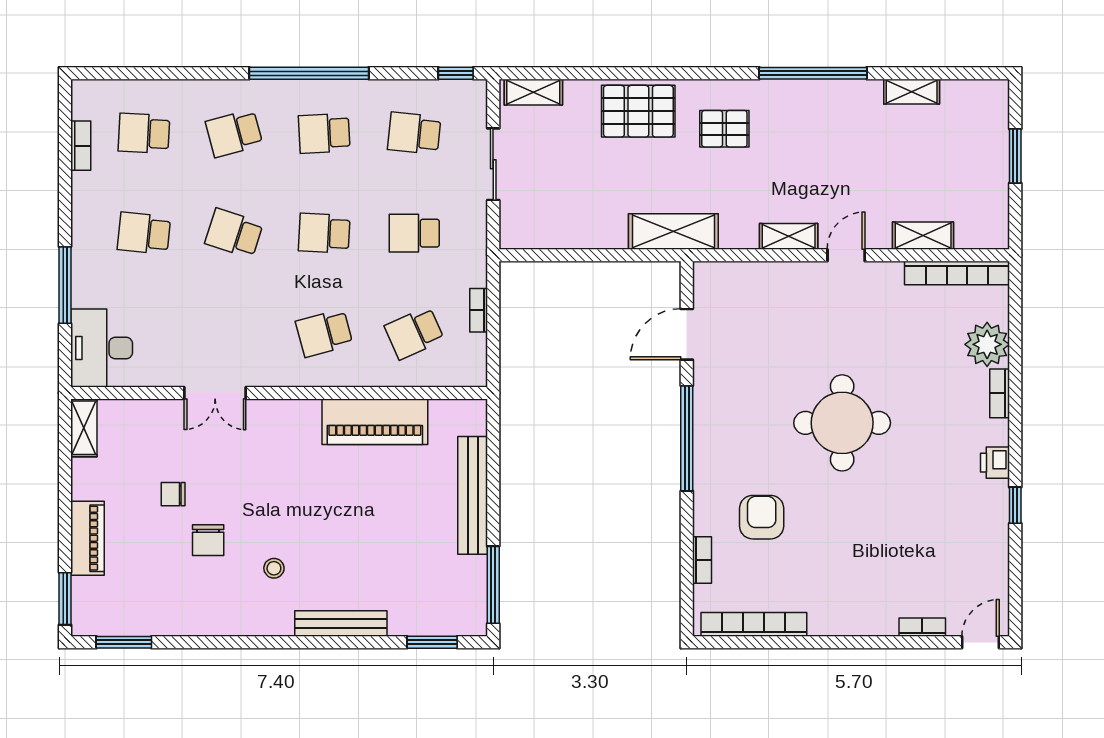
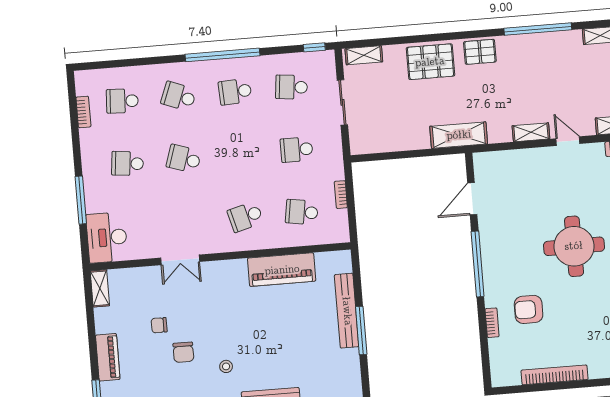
pallet: (724, 129) -> (480, 52), moved
school desk: (234, 133) -> (179, 96), turned 36
school desk: (324, 233) -> (240, 154), removed
door: (846, 255) -> (568, 141), hinge flipped
school desk: (414, 333) -> (302, 212), turned 33
armchair: (762, 517) -> (529, 309), turned -90
bookcase: (702, 560) -> (492, 323), moved
window: (493, 585) -> (361, 330), moved
bookcase: (754, 624) -> (554, 375), moved

